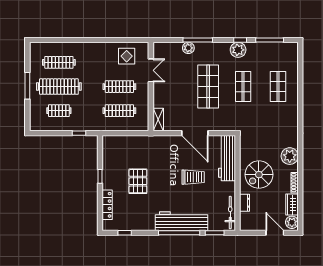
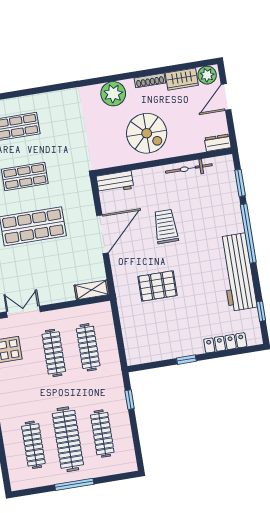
clothes rail: (59, 111) -> (102, 434), width x1.36
workbench: (227, 158) -> (115, 182), width x0.53, depth x0.76
pallet: (138, 181) -> (157, 286), moved
dresser: (245, 203) -> (218, 143), moved
bicycle: (230, 213) -> (189, 168), moved
workbench: (181, 221) -> (238, 272), moved

